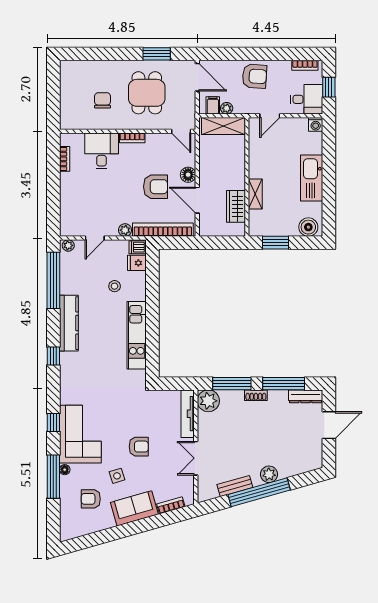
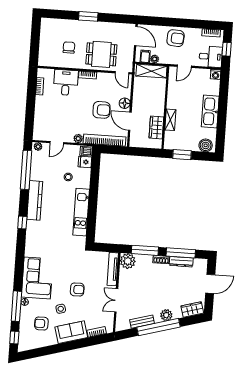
window: (157, 54) -> (88, 16), moved
dining table: (147, 93) -> (101, 54), moved, turned 90
dresser: (305, 396) -> (181, 262), moved
window: (53, 422) -> (14, 337), moved
wardrobe: (306, 464) -> (192, 310), added

